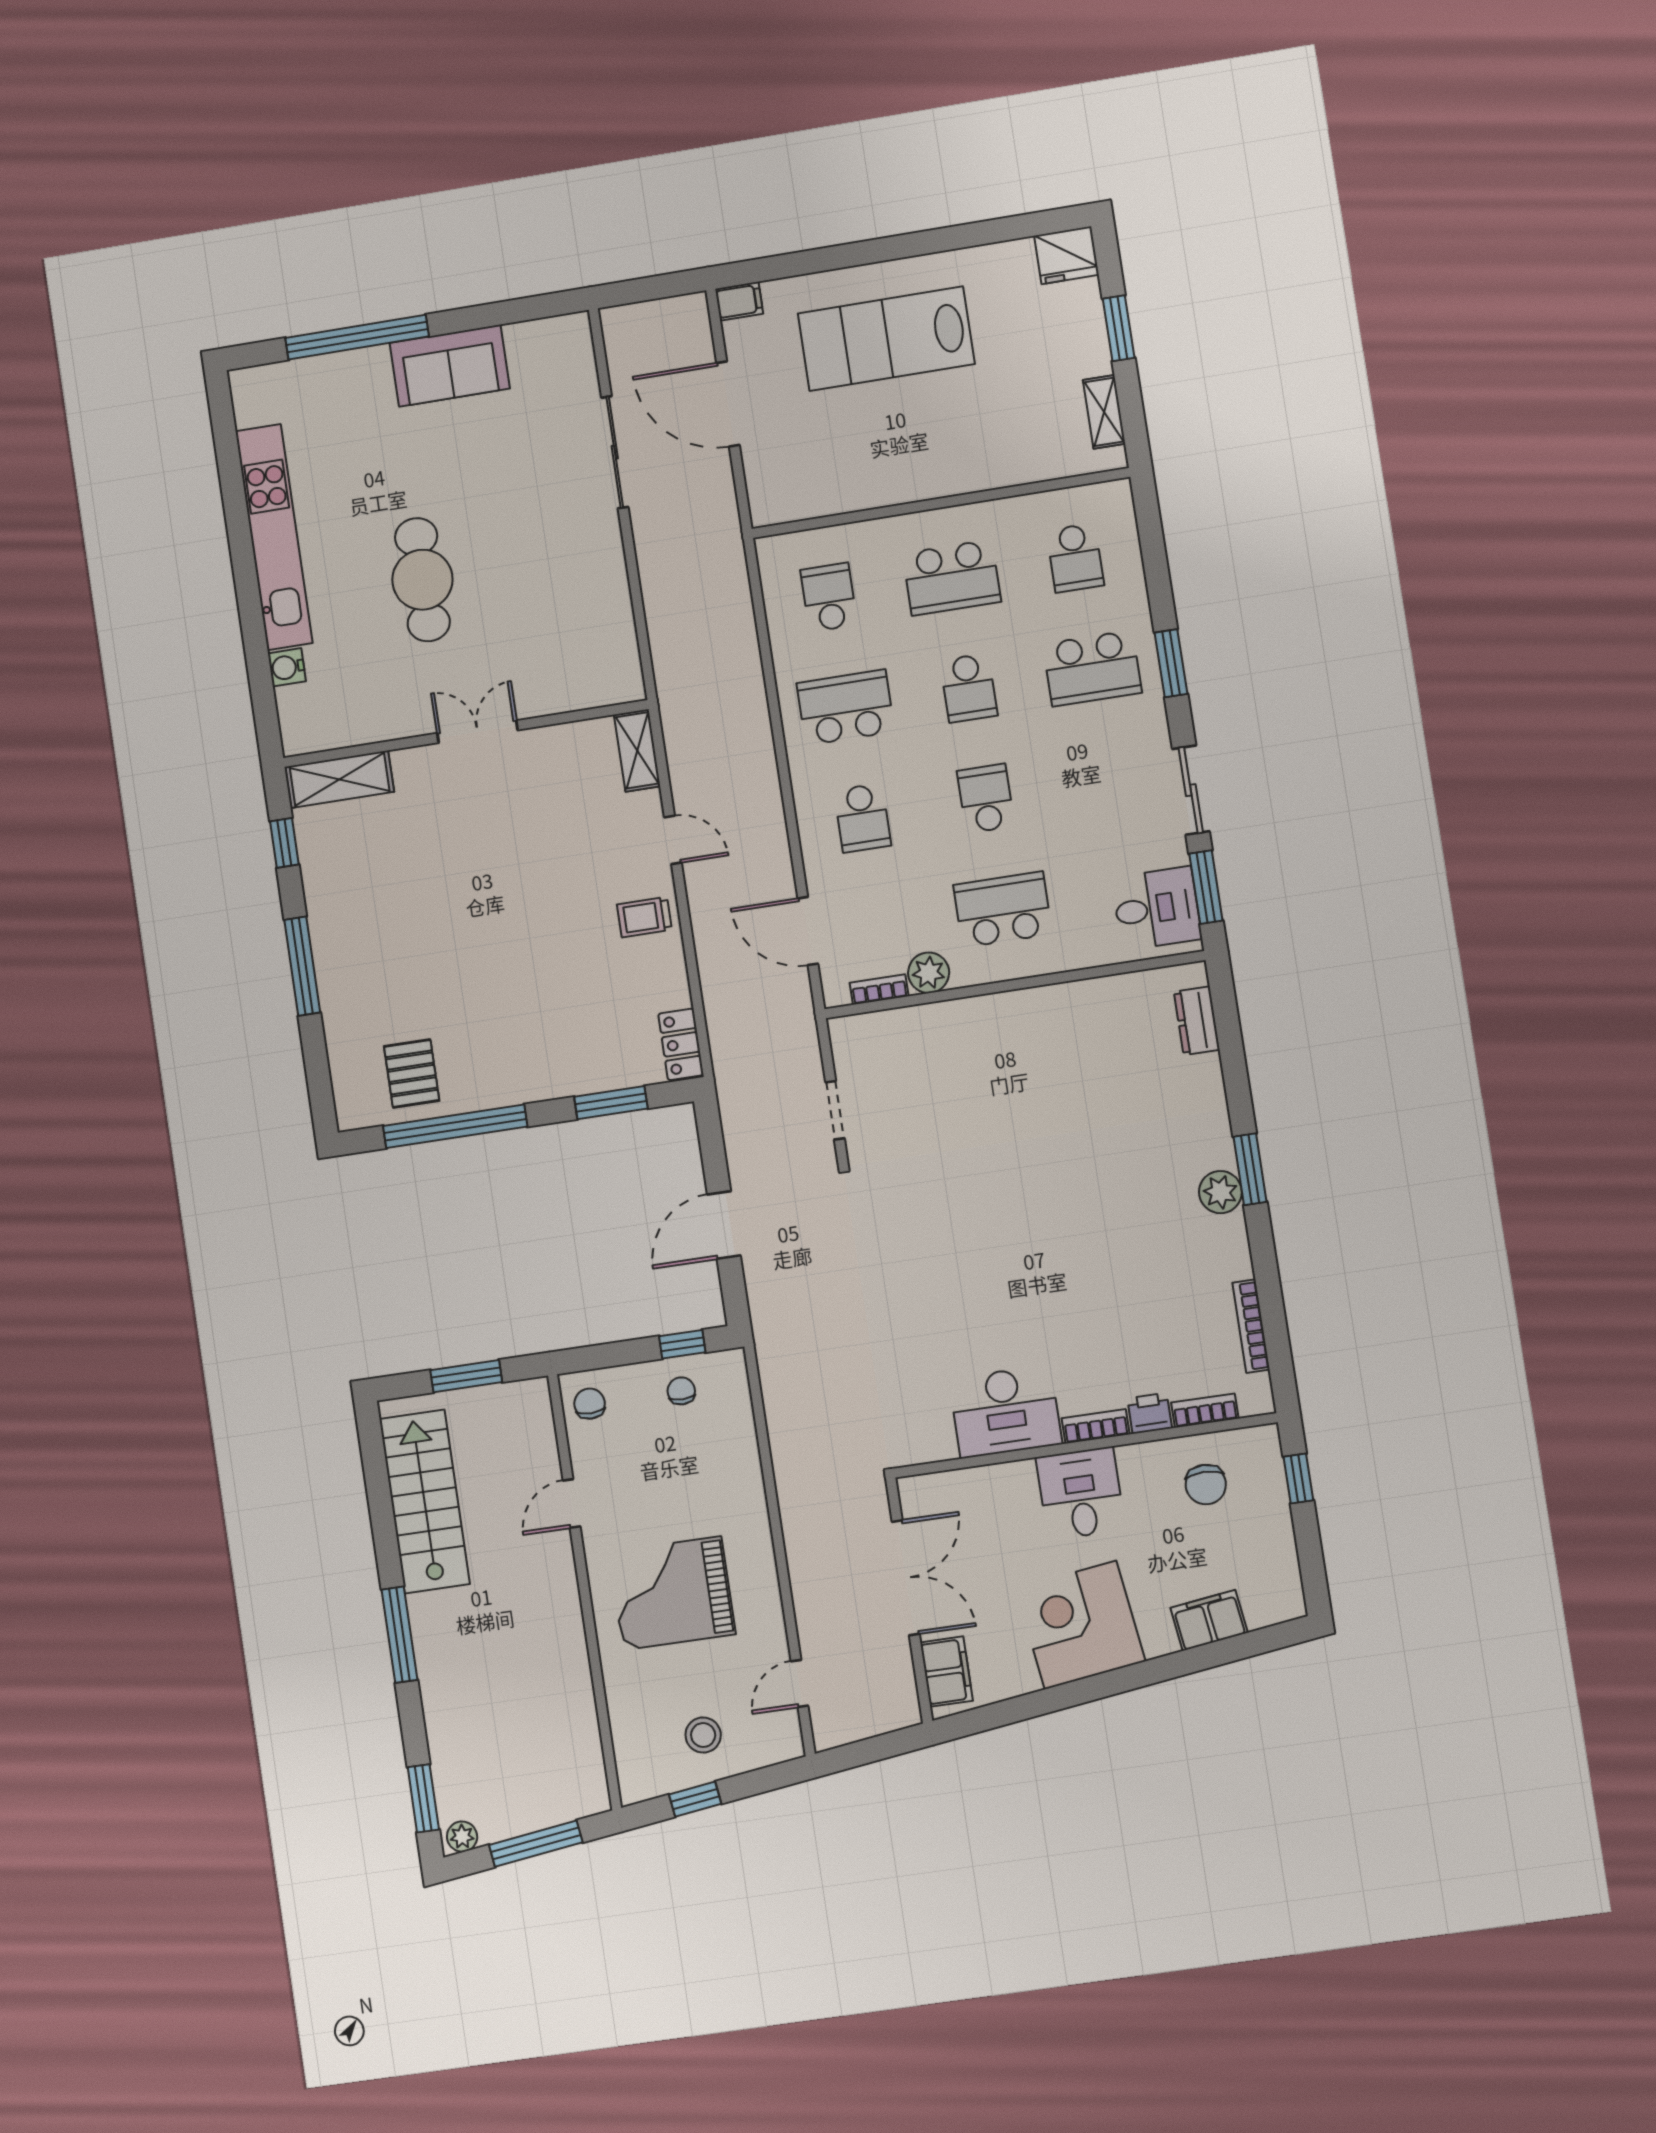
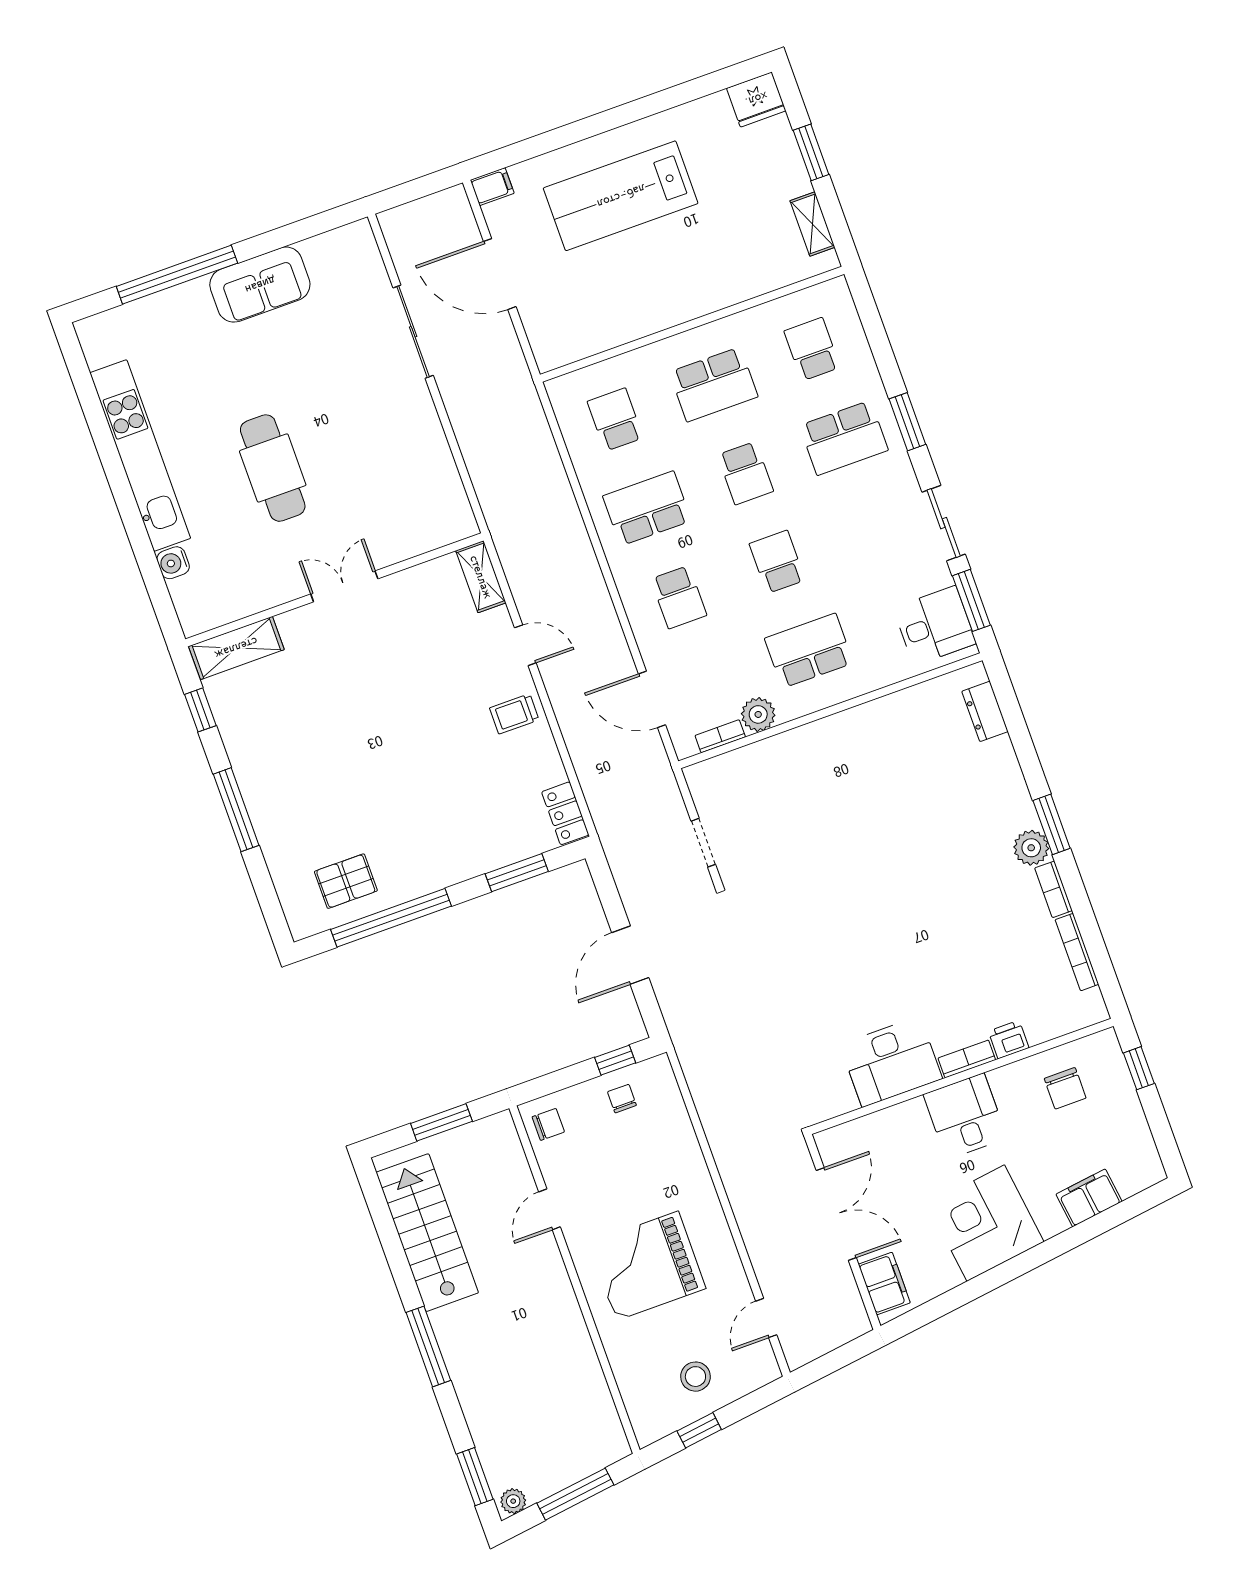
school desk: (1075, 558) -> (812, 349), turned 180
pallet: (412, 1073) -> (346, 881), turned 90
chair: (590, 1404) -> (548, 1124), turned 90
bookcase: (1205, 1411) -> (1054, 889), moved, turned -90

